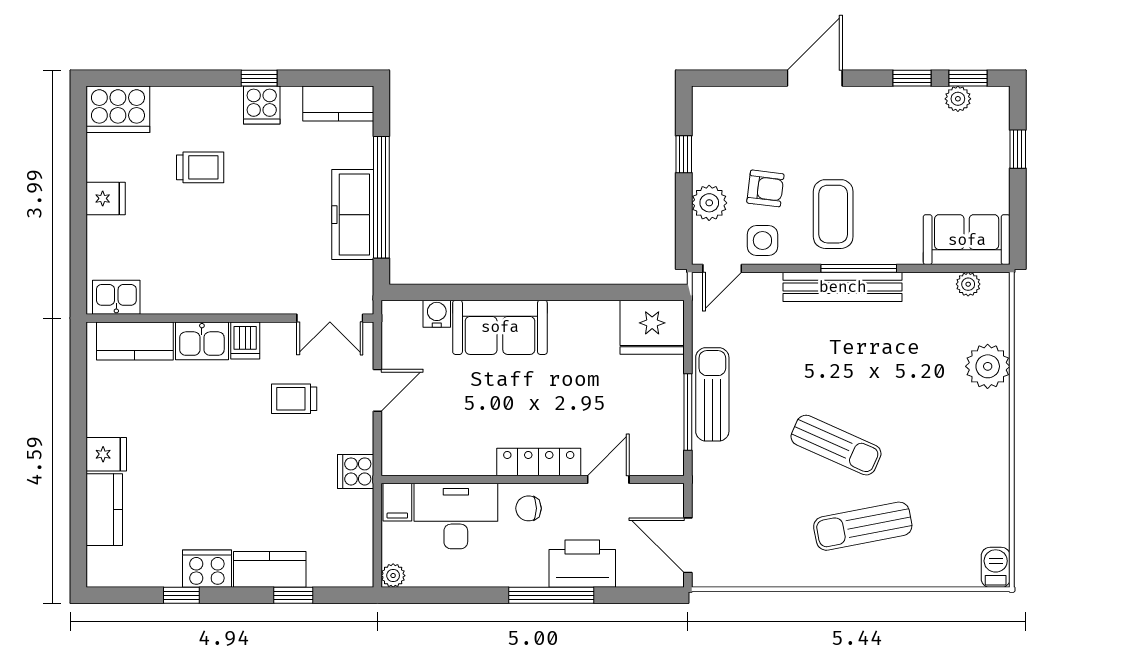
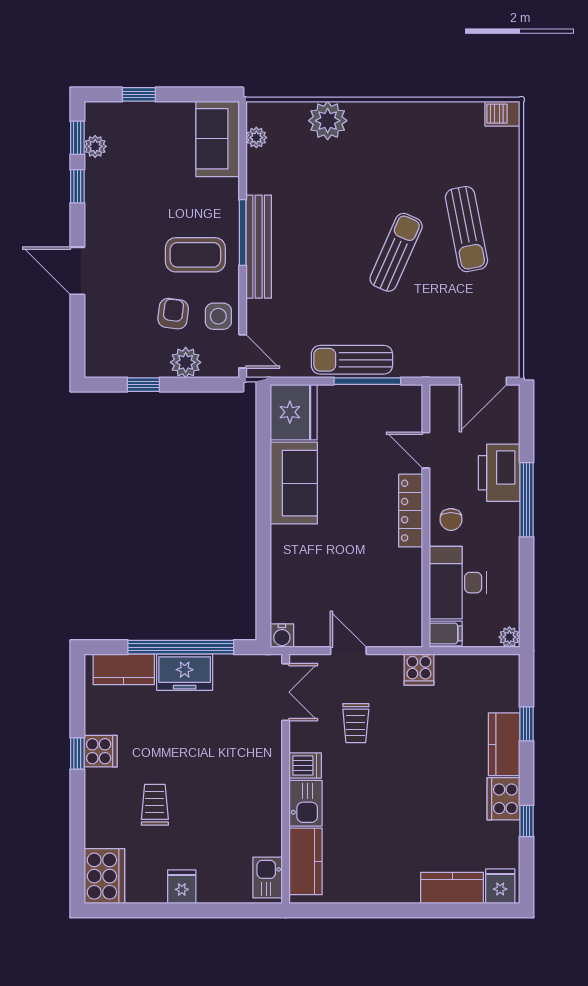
kitchen counter: (338, 104) -> (124, 669), moved, turned 90
freezer: (353, 215) -> (185, 672), width x0.71
water cooler: (437, 314) -> (282, 636), moved, turned -90
sofa: (500, 327) -> (294, 483), moved
fridge: (106, 454) -> (500, 886), moved

